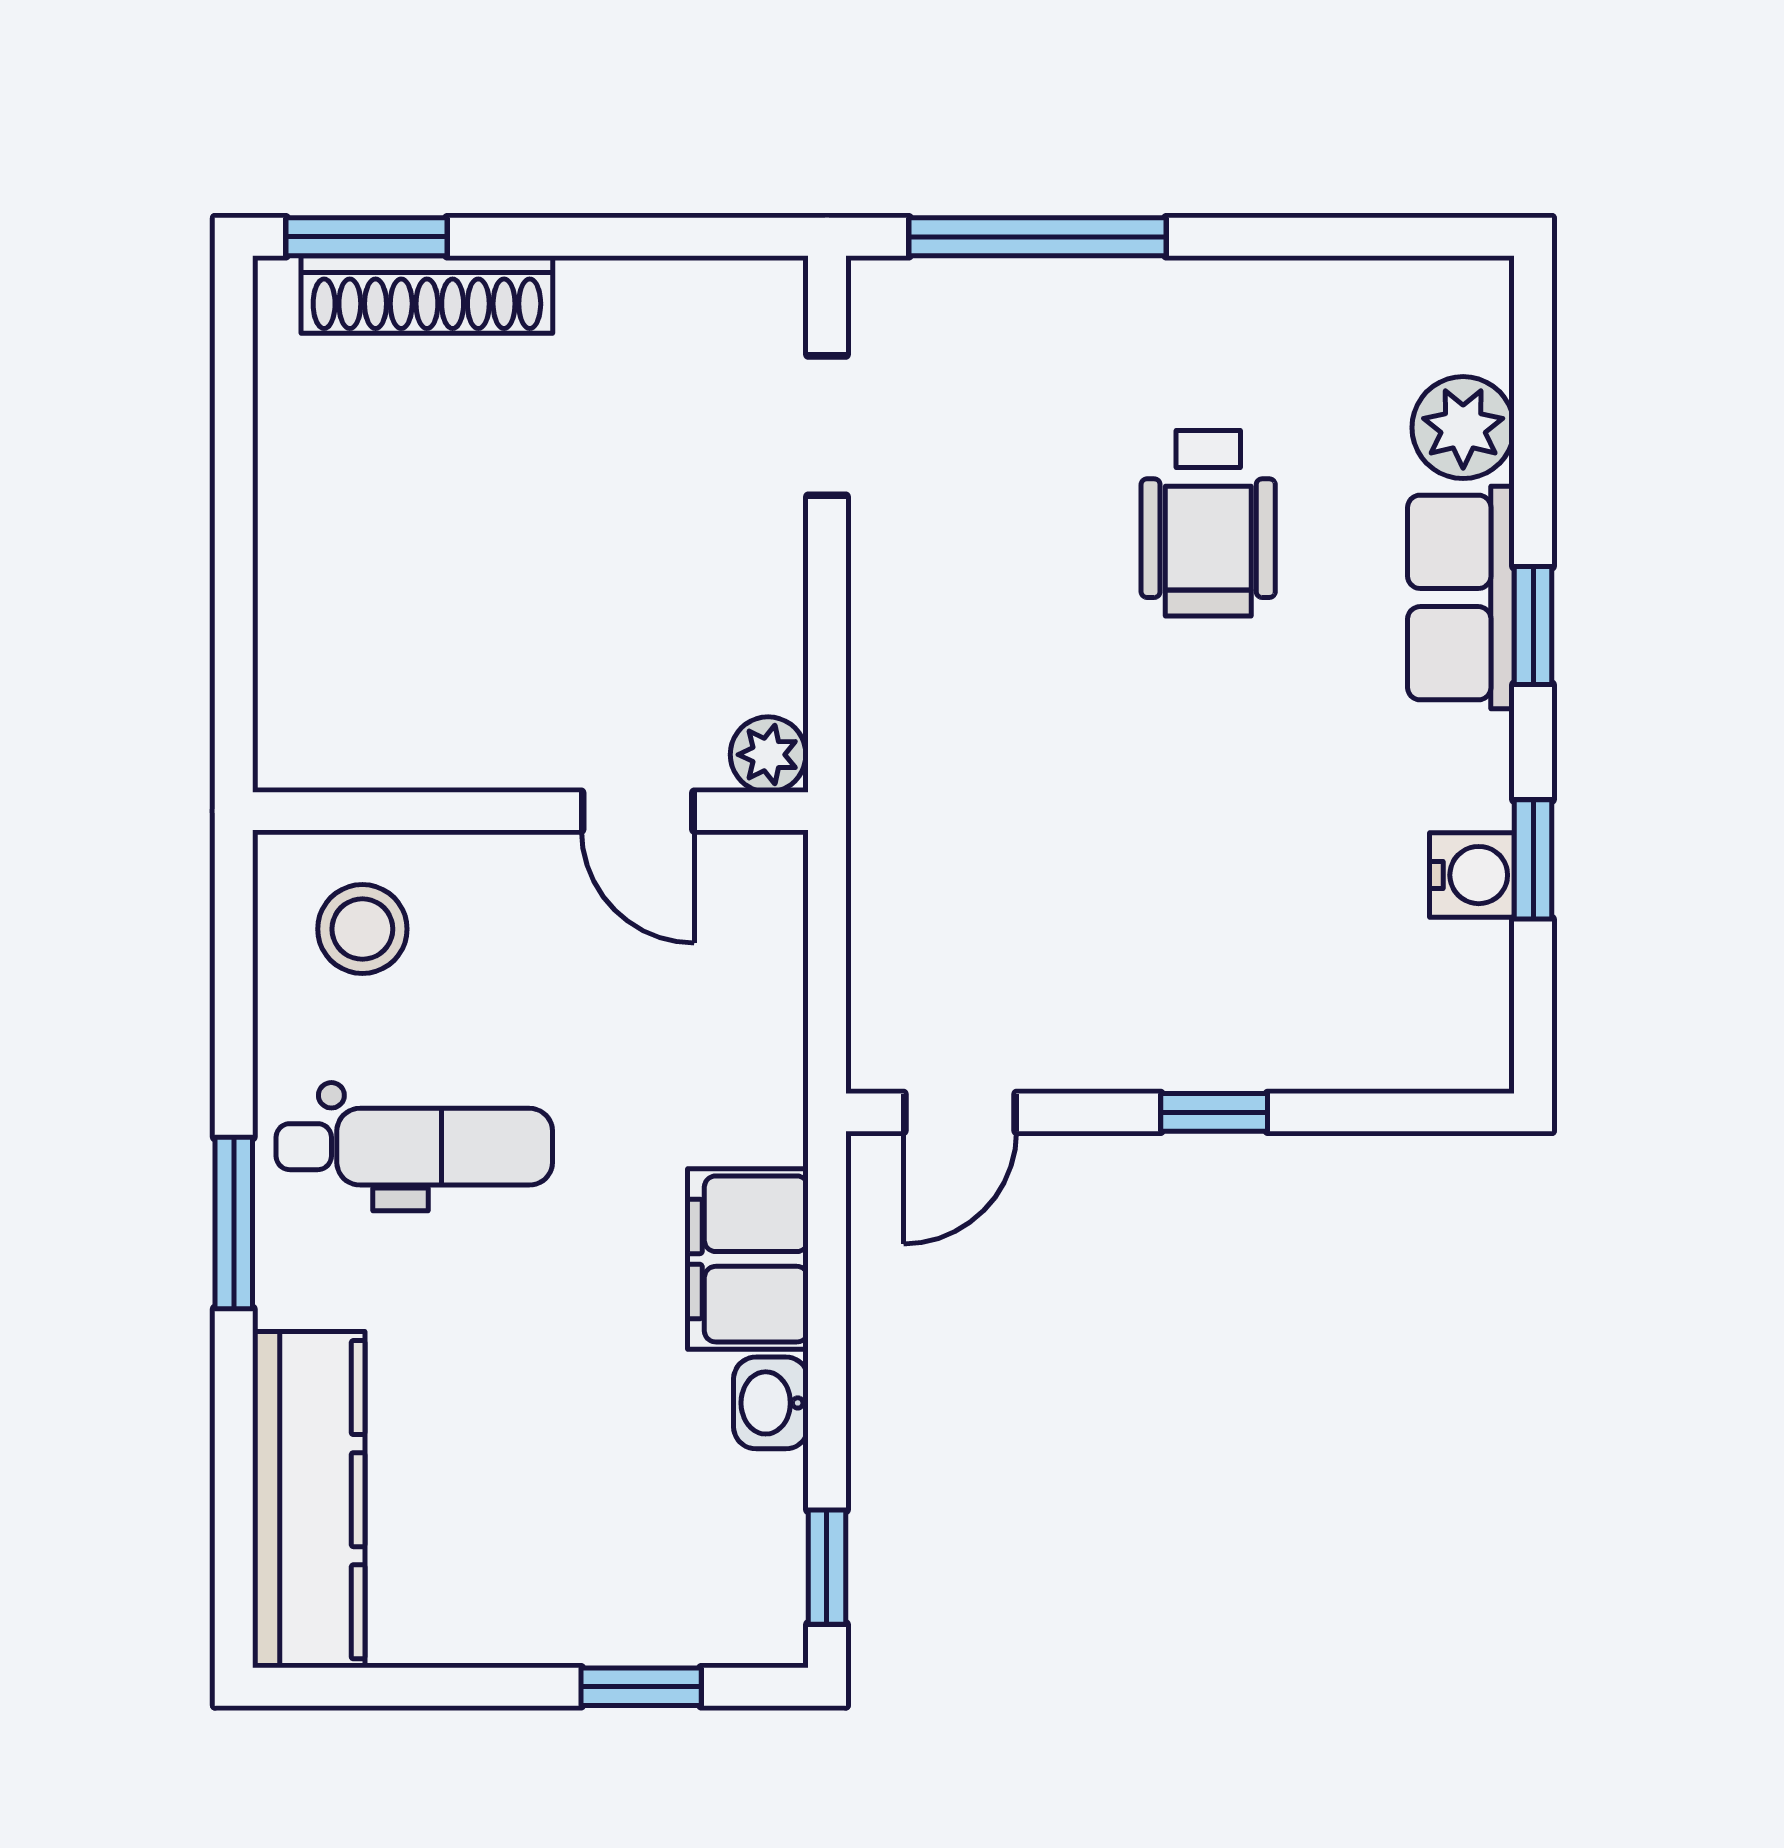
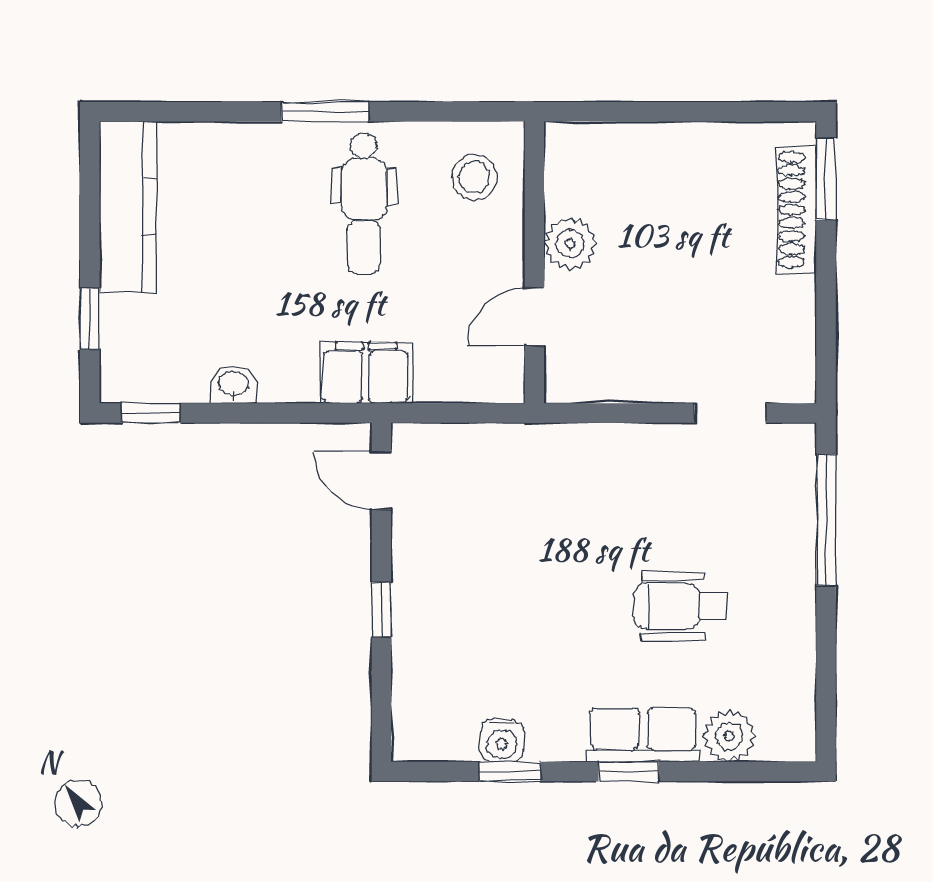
plant: (768, 755) -> (570, 244), moved, width x1.38, depth x1.38
filing cabinet: (748, 1259) -> (366, 373), moved
kitchen counter: (309, 1500) -> (128, 207), moved, turned -90

